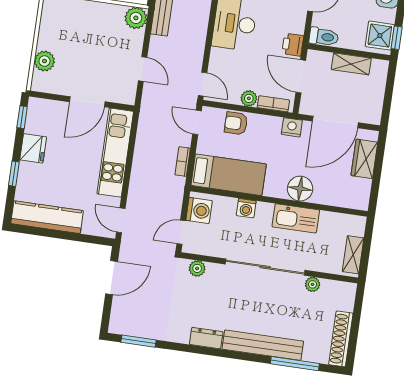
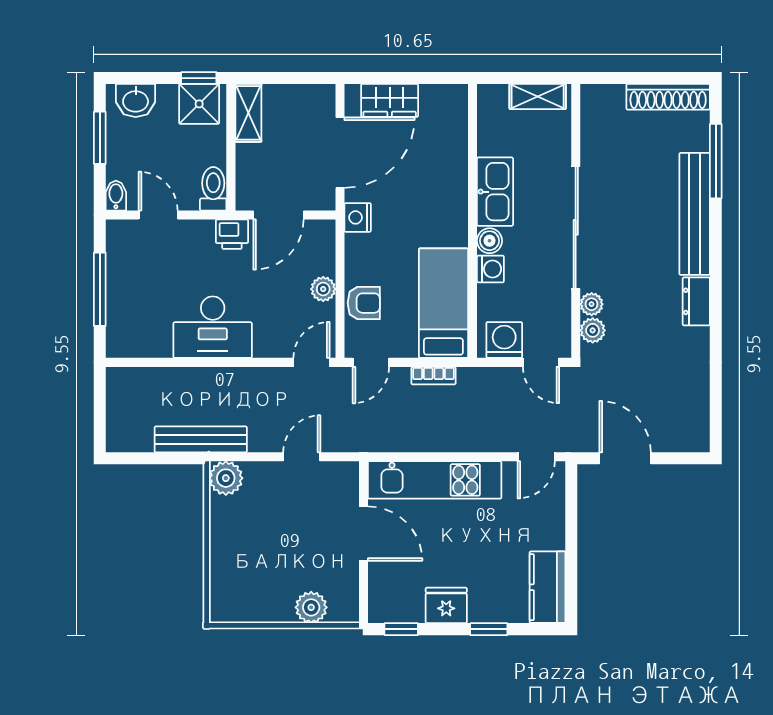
shelving: (351, 64) -> (248, 113), moved
bookcase: (273, 104) -> (326, 251), removed
door: (335, 122) -> (340, 153), hinge flipped
armchair: (236, 123) -> (364, 303), turned -90
floor lamp: (300, 189) -> (449, 192), removed
boiler: (265, 210) -> (490, 241), added
kitchen counter: (47, 217) -> (547, 587), width x0.67
plant: (313, 284) -> (592, 304), moved
window: (139, 341) -> (716, 403), removed

